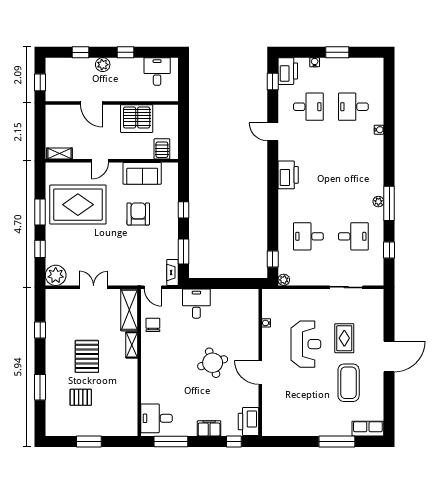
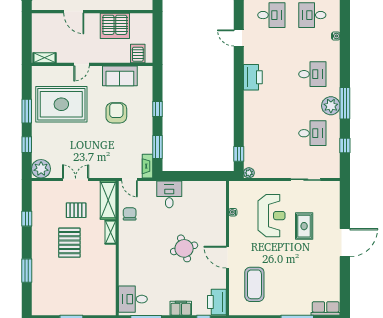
plant: (378, 202) -> (331, 106), width x1.88, depth x1.88
desk: (308, 236) -> (312, 74), moved, turned 180
reception desk: (306, 344) -> (272, 216), moved
coffee table: (349, 383) -> (254, 284), moved
pallet: (81, 397) -> (76, 210), moved

